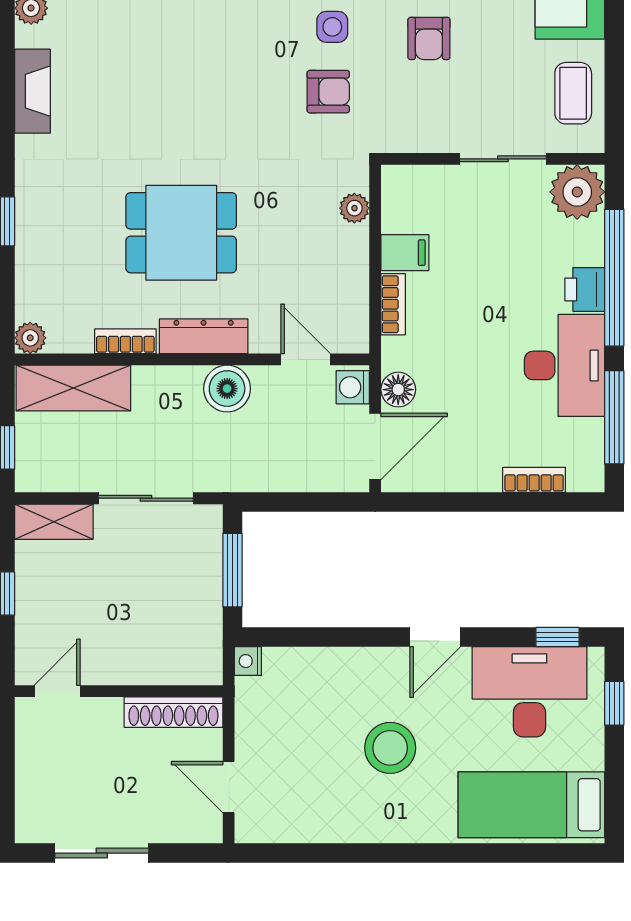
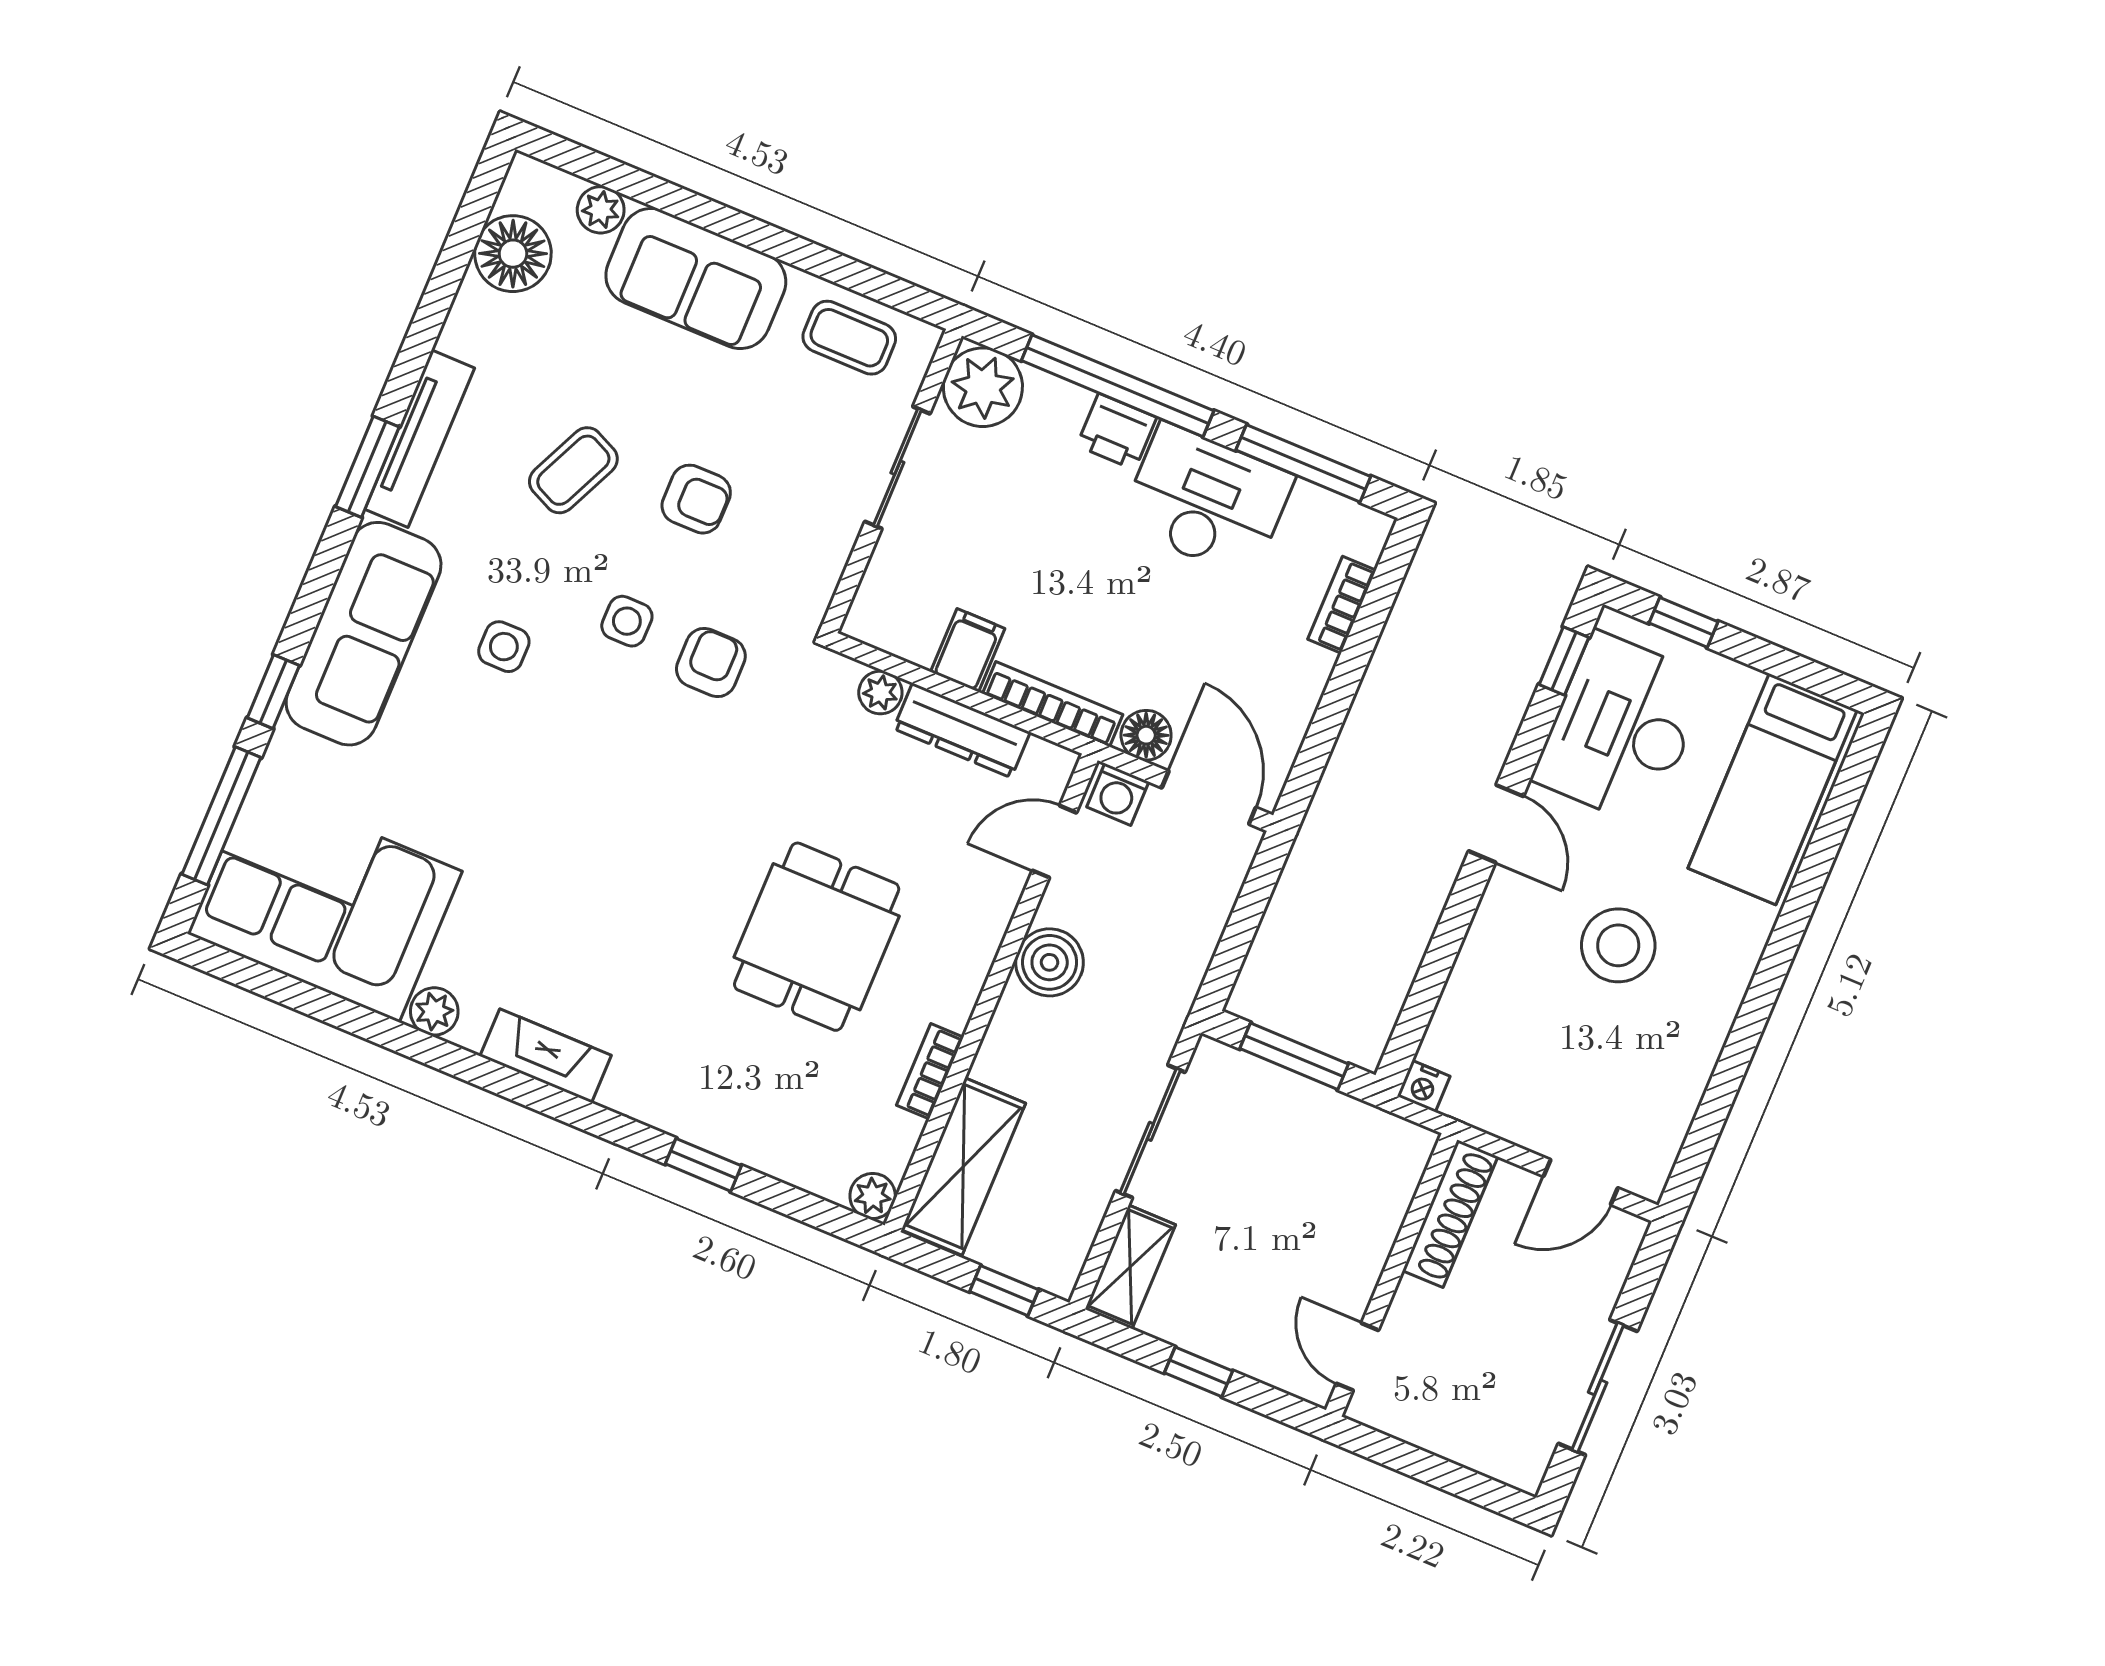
bookcase: (393, 304) -> (1053, 704), width x1.56
dresser: (204, 336) -> (962, 730), moved, turned -90

